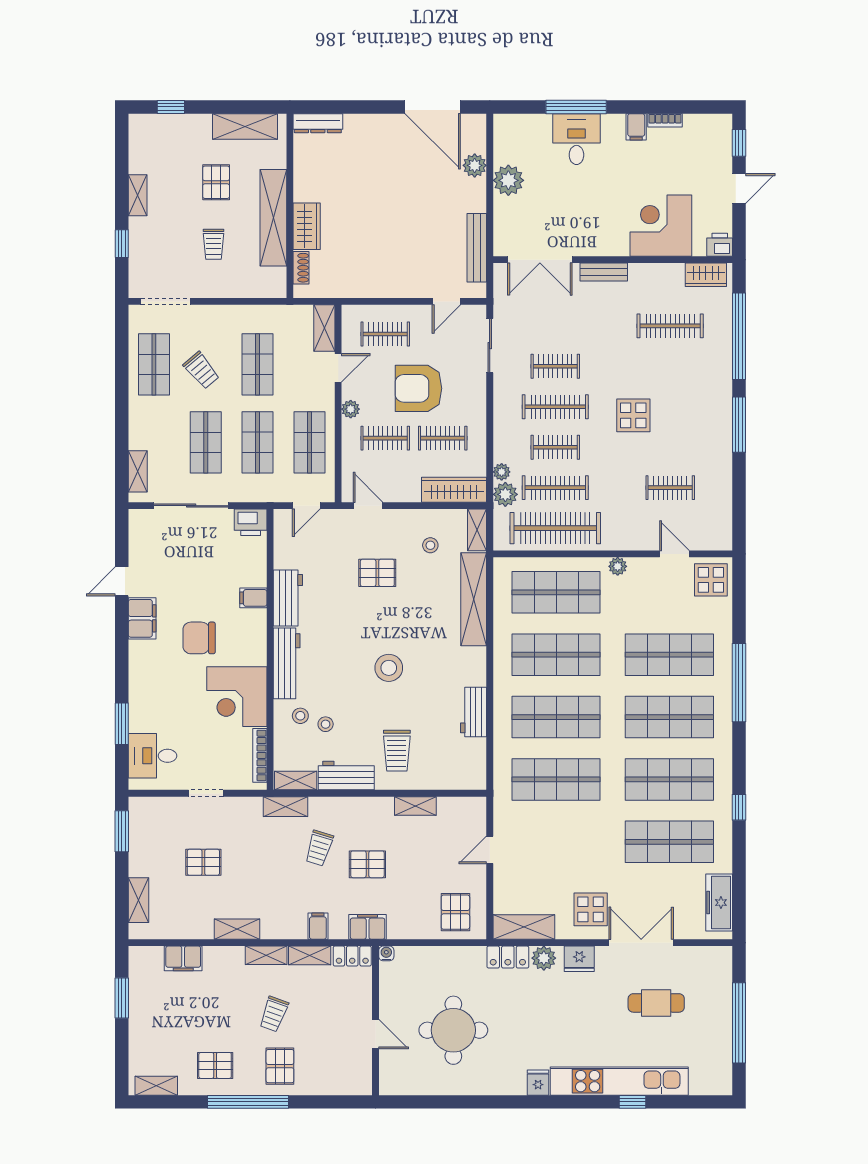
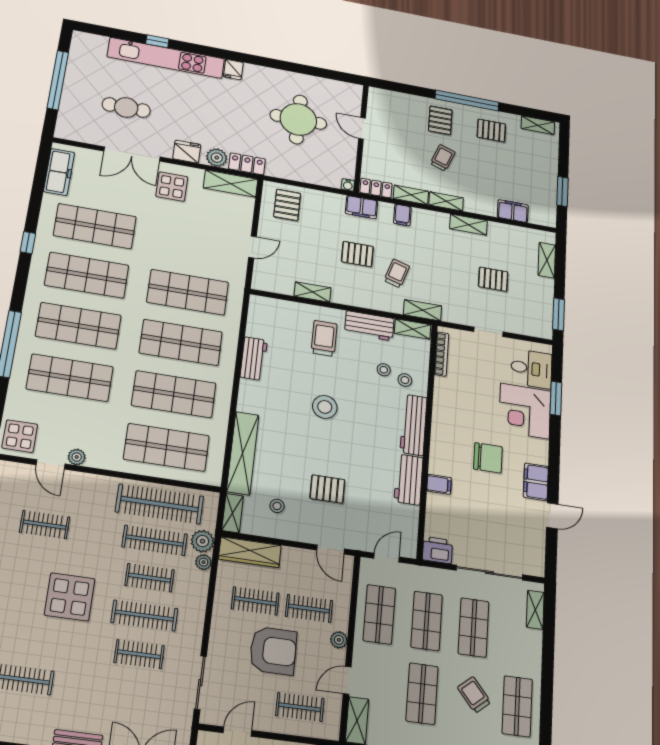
display table: (633, 415) -> (70, 597), width x1.36, depth x1.36
plant: (618, 566) -> (77, 457), moved
corner desk: (237, 697) -> (525, 411), moved, turned 180

